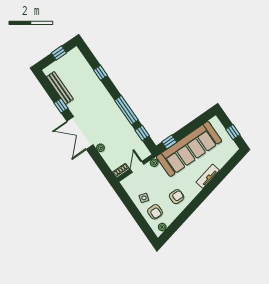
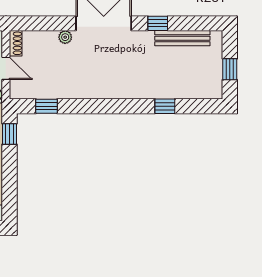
window: (126, 110) -> (91, 106), removed

